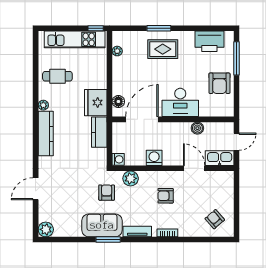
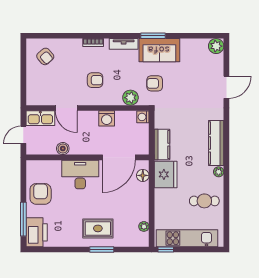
printer: (209, 41) -> (37, 232), moved, turned 90
armchair: (107, 193) -> (155, 83), turned 90

